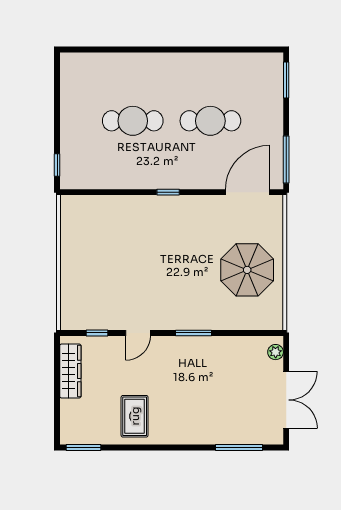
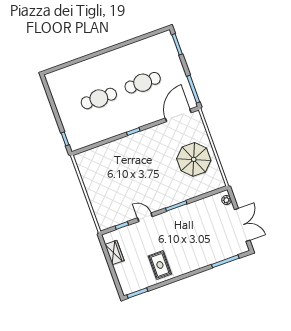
door: (138, 333) -> (145, 217), swing flipped
wardrobe: (70, 371) -> (114, 252), width x0.67

